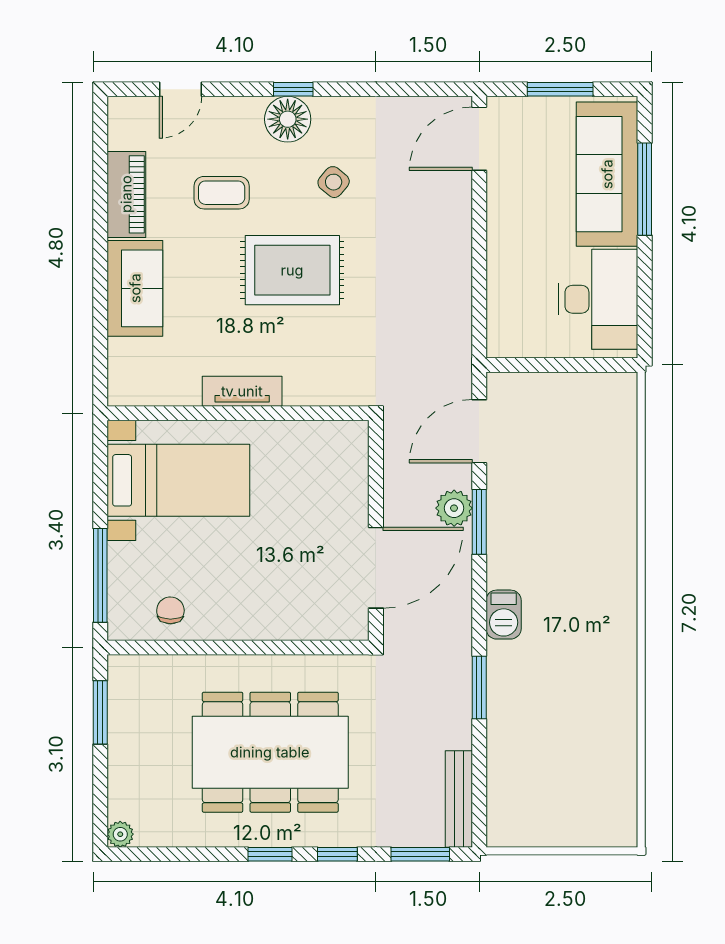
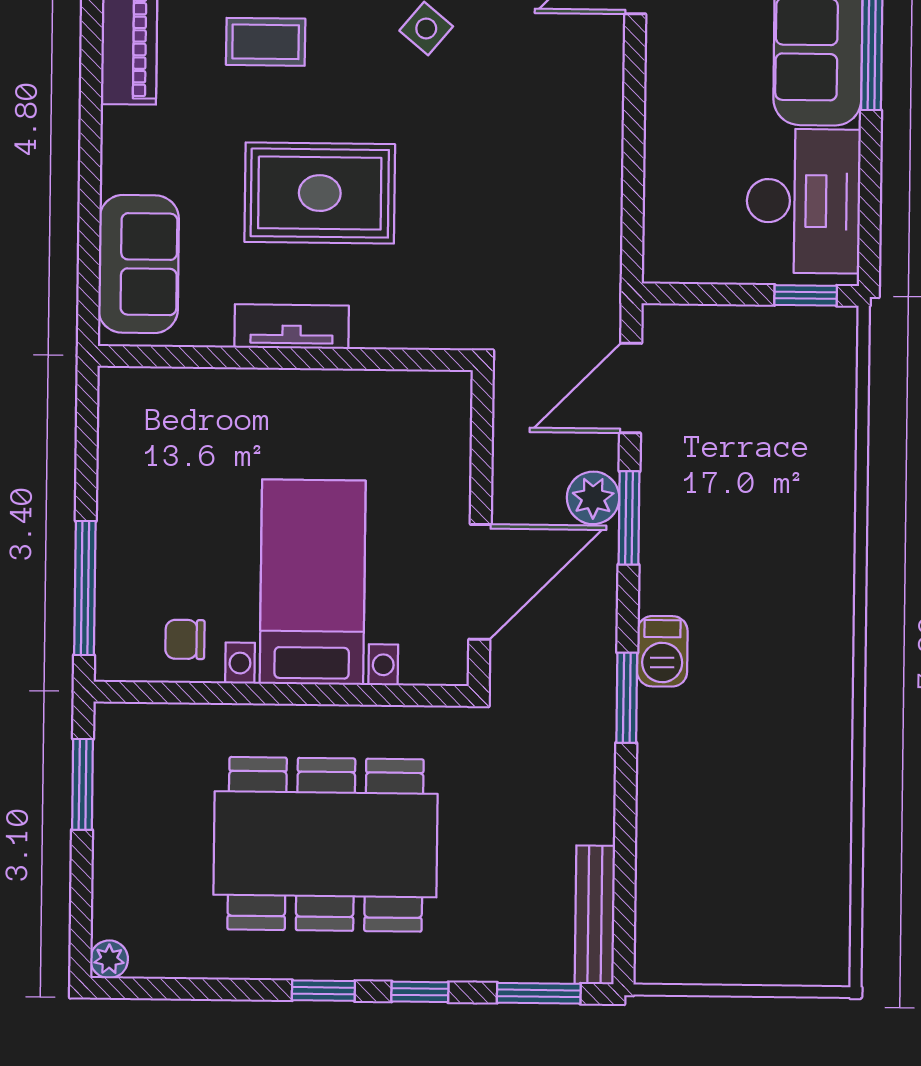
rug: (292, 270) -> (320, 193), moved
sofa: (135, 288) -> (139, 264), moved
window: (601, 365) -> (806, 295), added
bed with nightstands: (178, 480) -> (313, 582), moved, turned -90
chair: (170, 610) -> (185, 639), turned -91
window: (479, 688) -> (627, 698), moved

